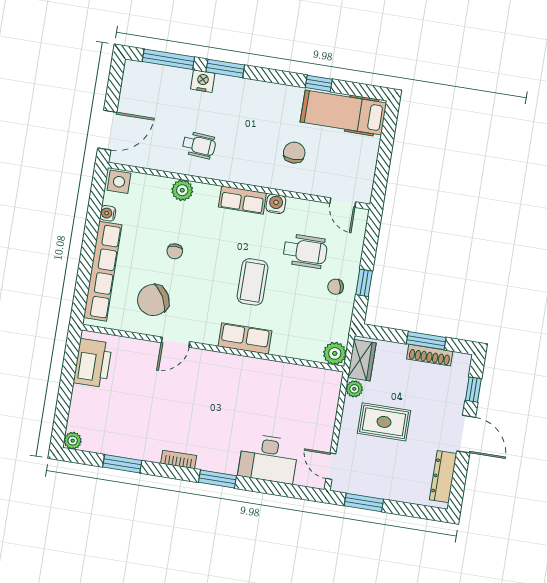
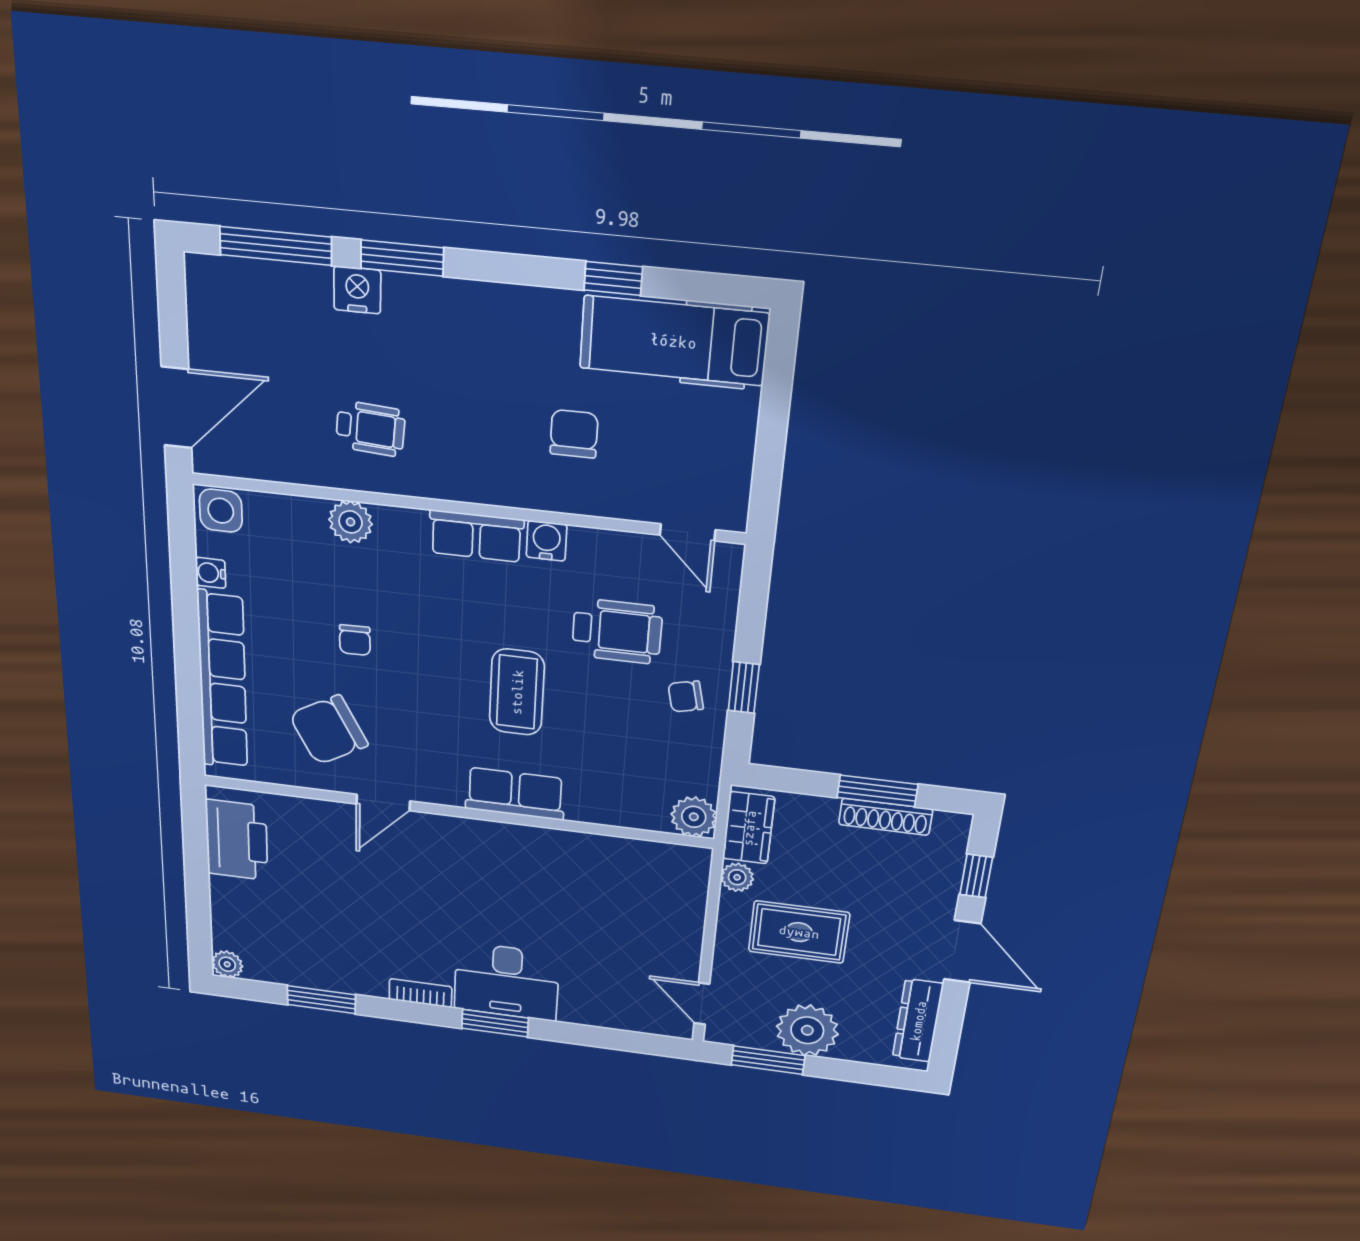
desk: (268, 459) -> (507, 981), moved
plant: (386, 483) -> (807, 1030), added

